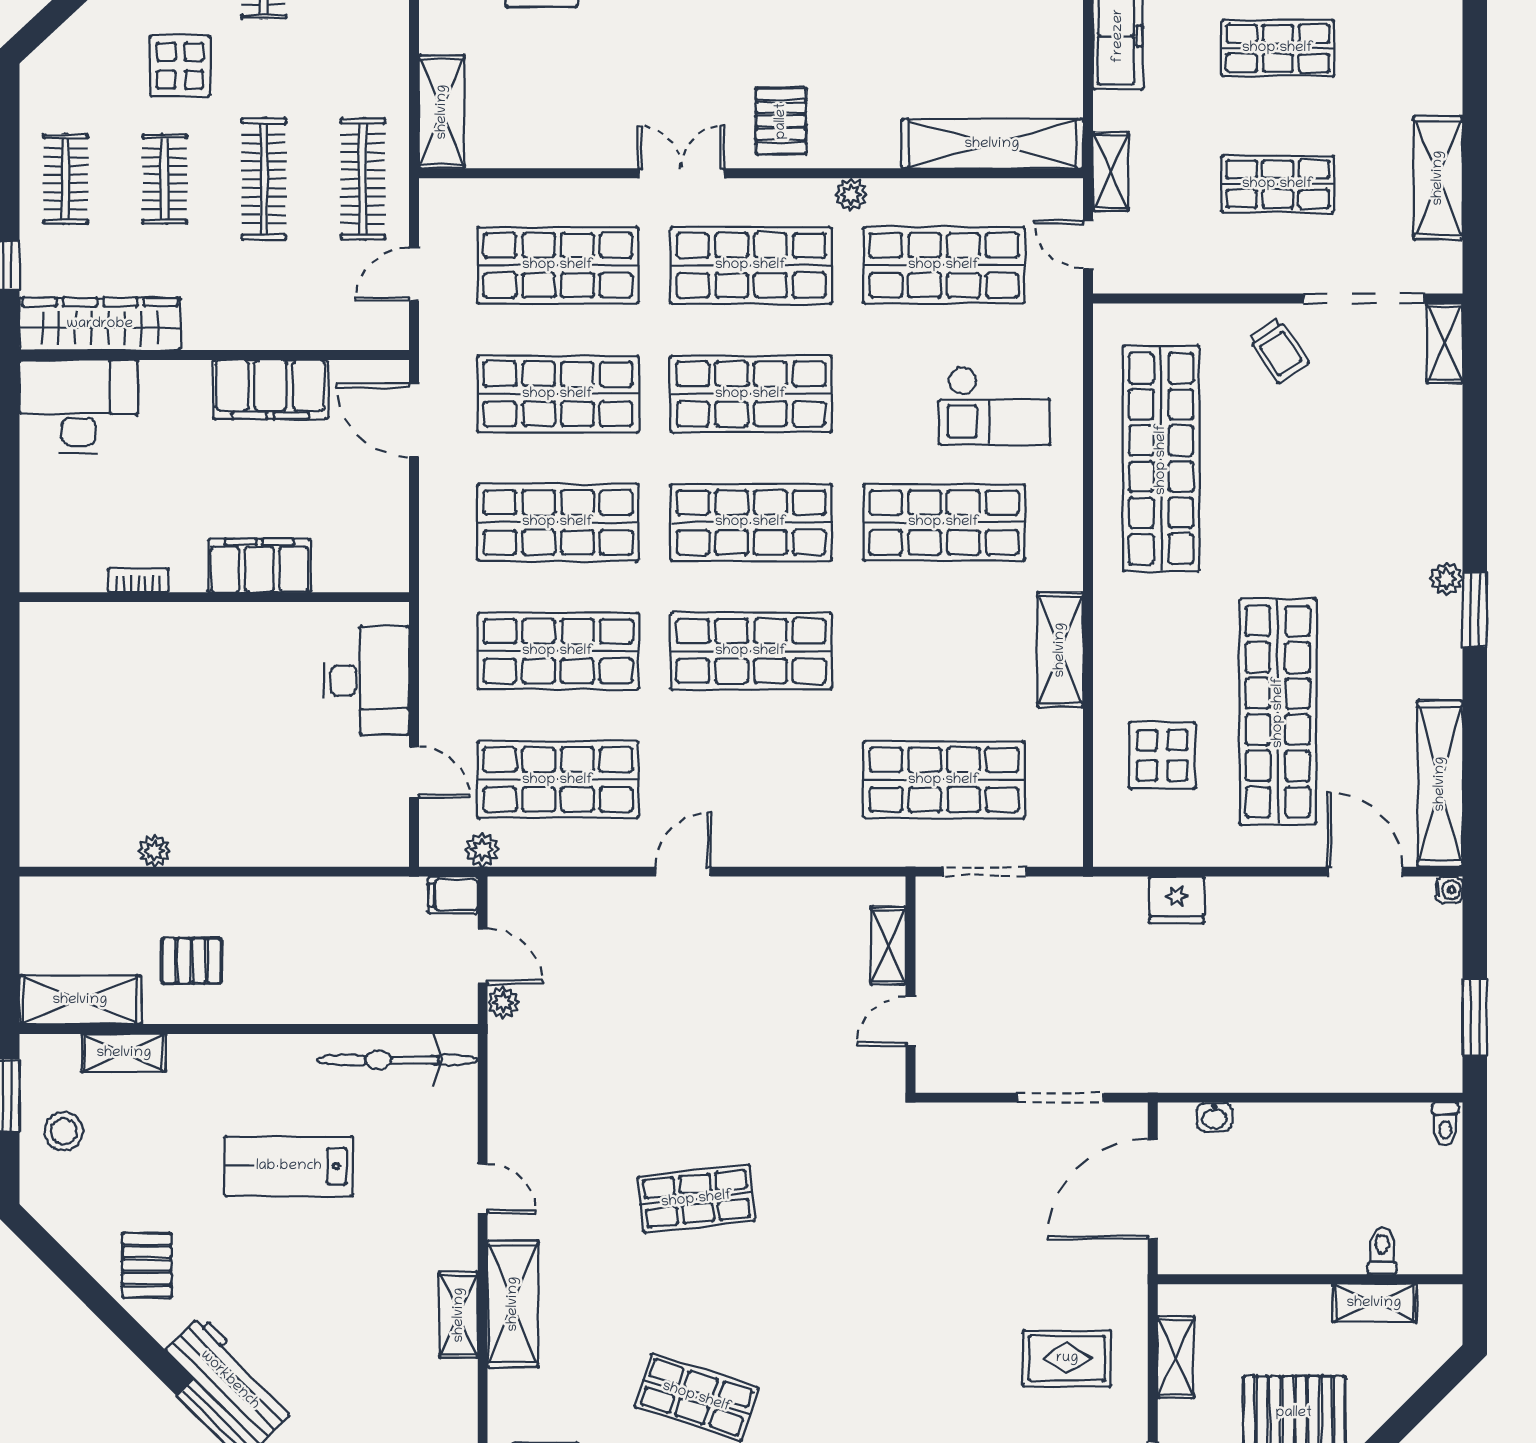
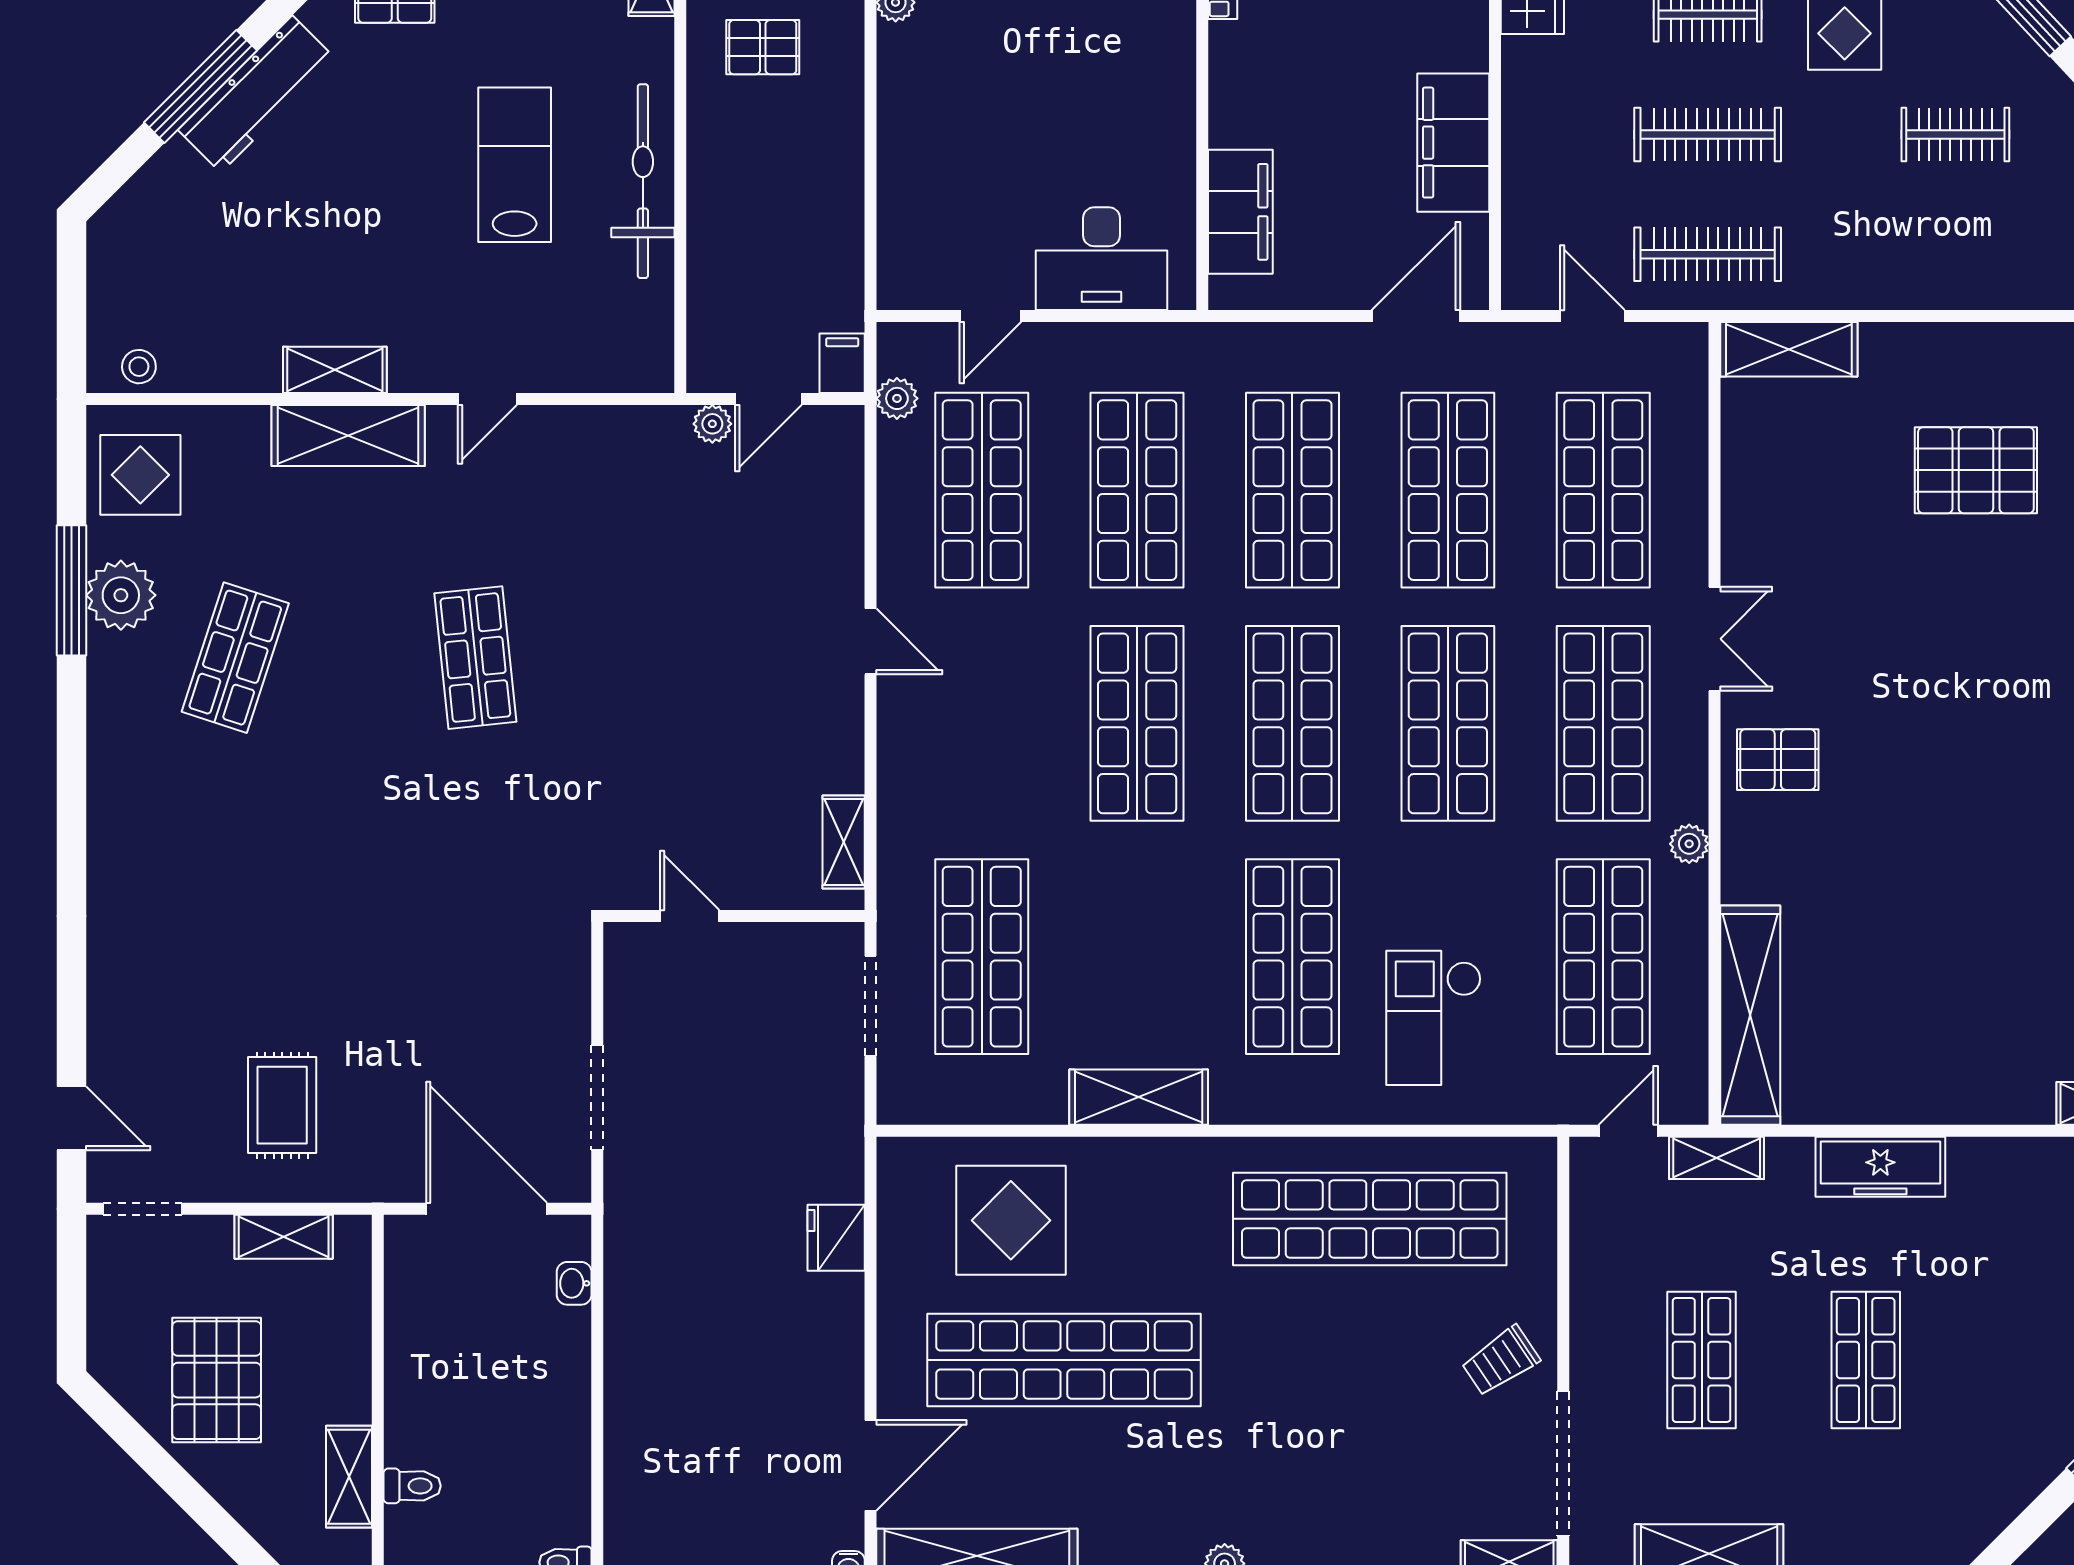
filing cabinet: (259, 566) -> (1240, 212), moved
display table: (1162, 755) -> (1011, 1220), width x1.36, depth x1.36
shelving: (888, 945) -> (844, 842), moved, turned 90
pallet: (192, 961) -> (763, 47), turned 90
bicycle: (397, 1060) -> (643, 181), moved

